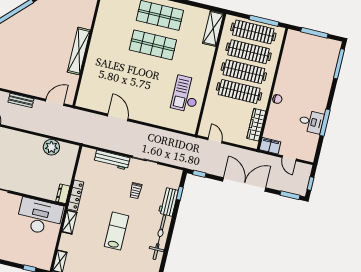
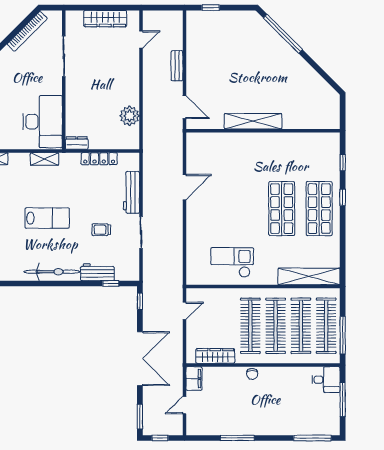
shelving: (213, 28) -> (309, 276), width x1.47
desk: (311, 122) -> (326, 380), moved, turned -90
locker: (76, 195) -> (99, 159), moved

